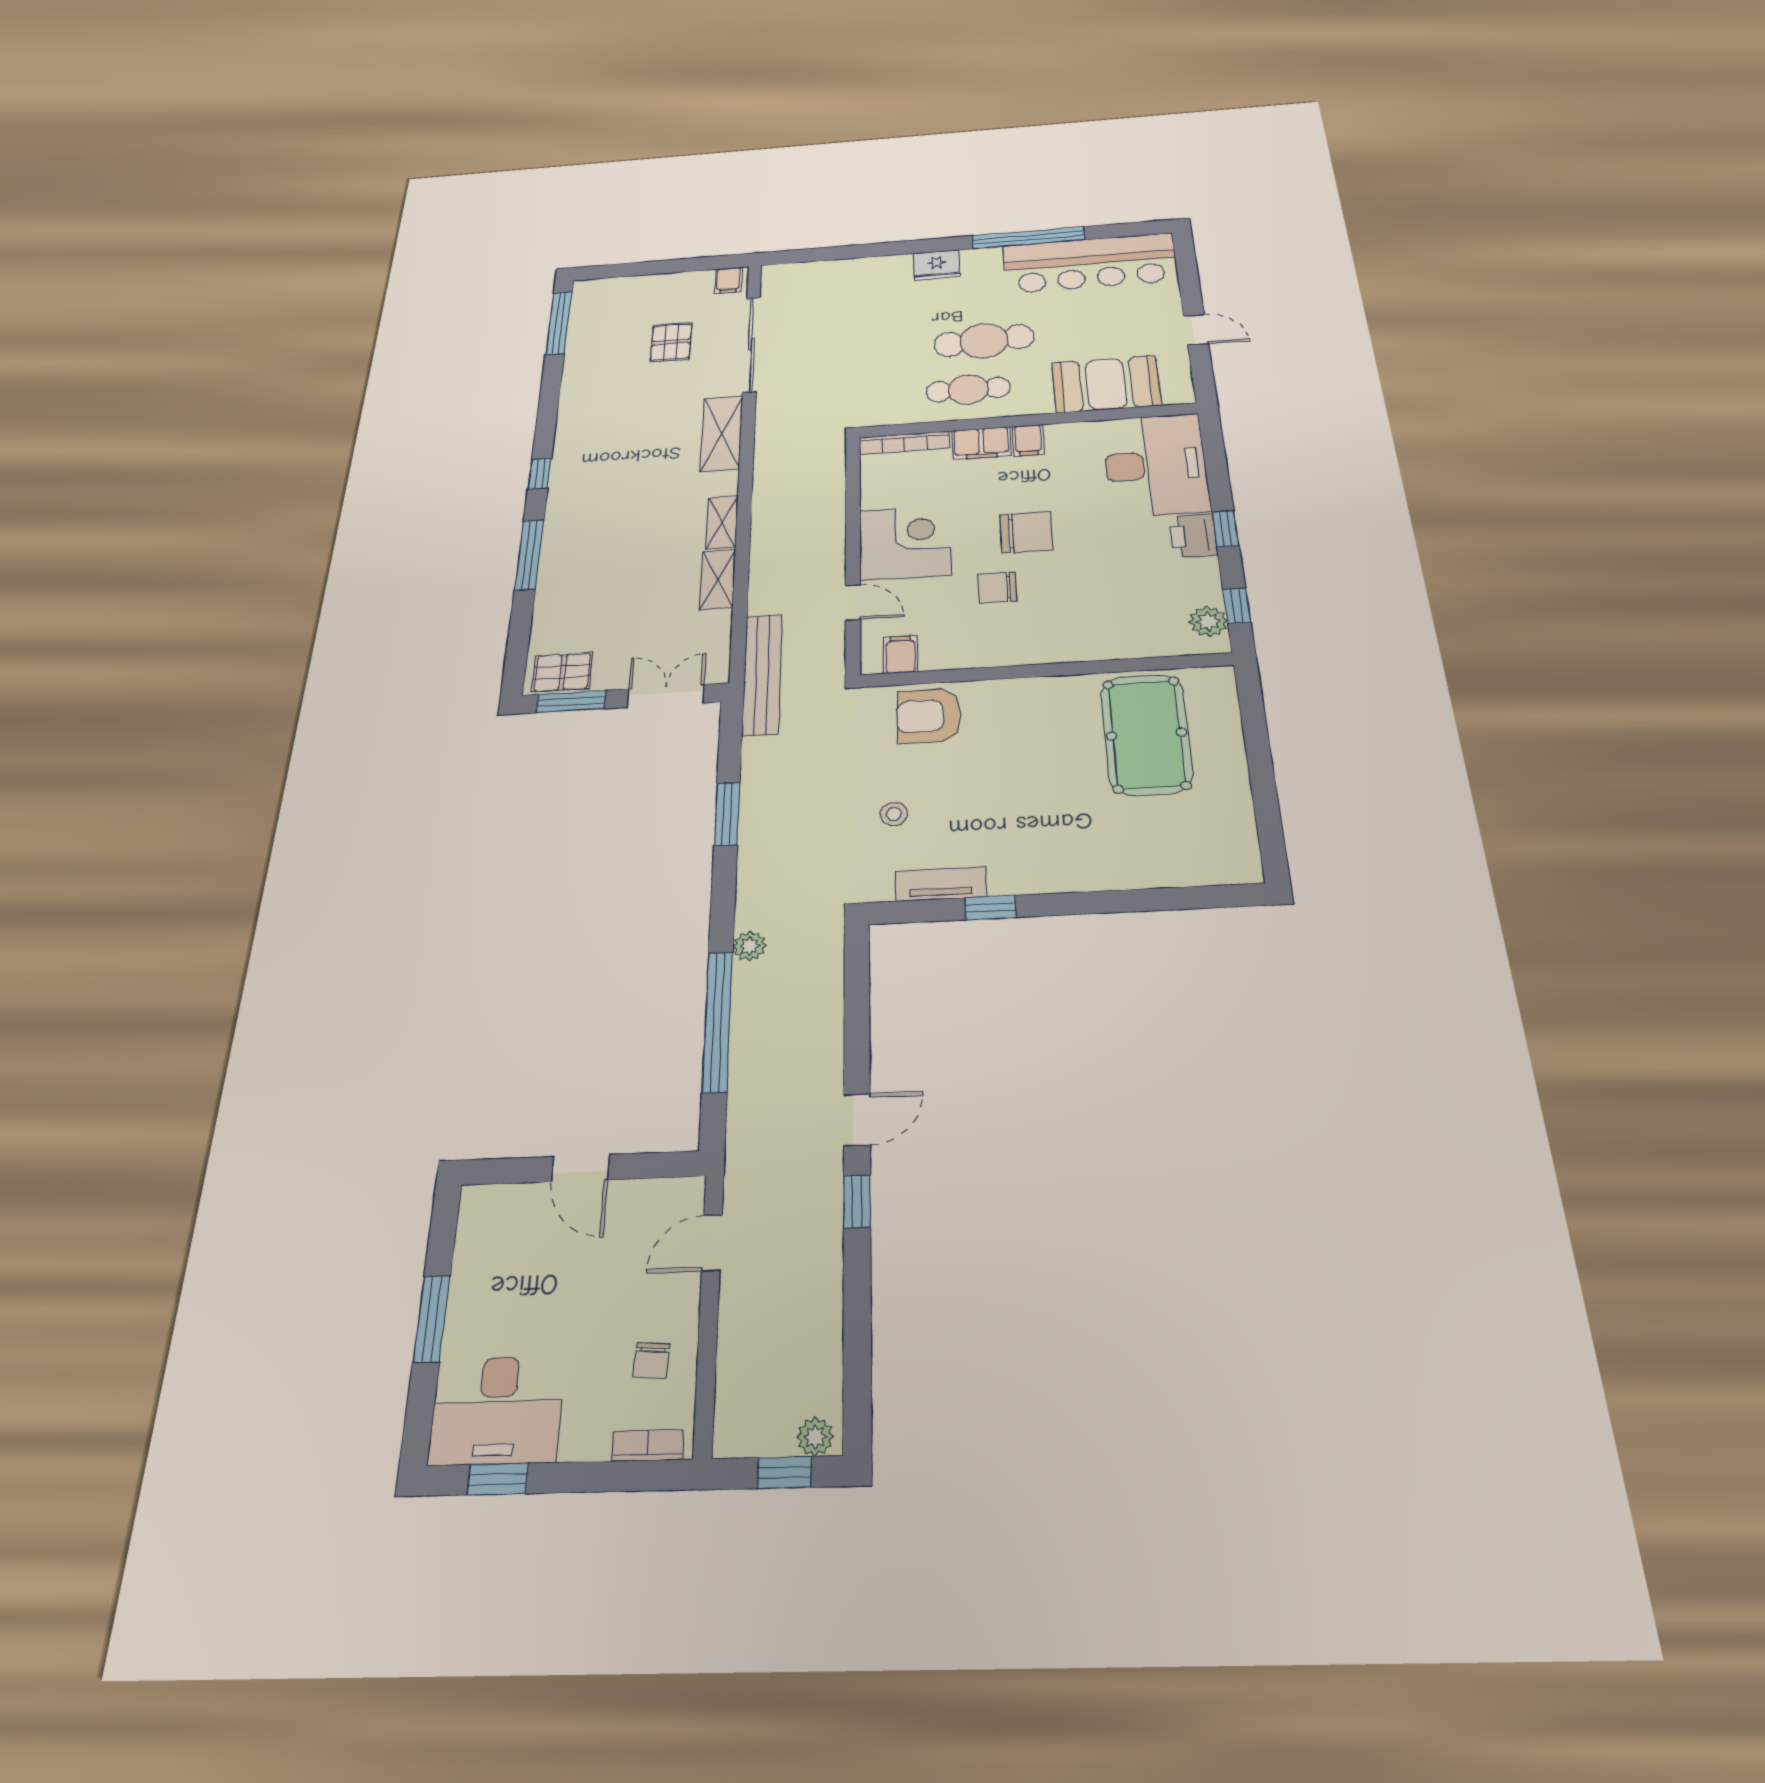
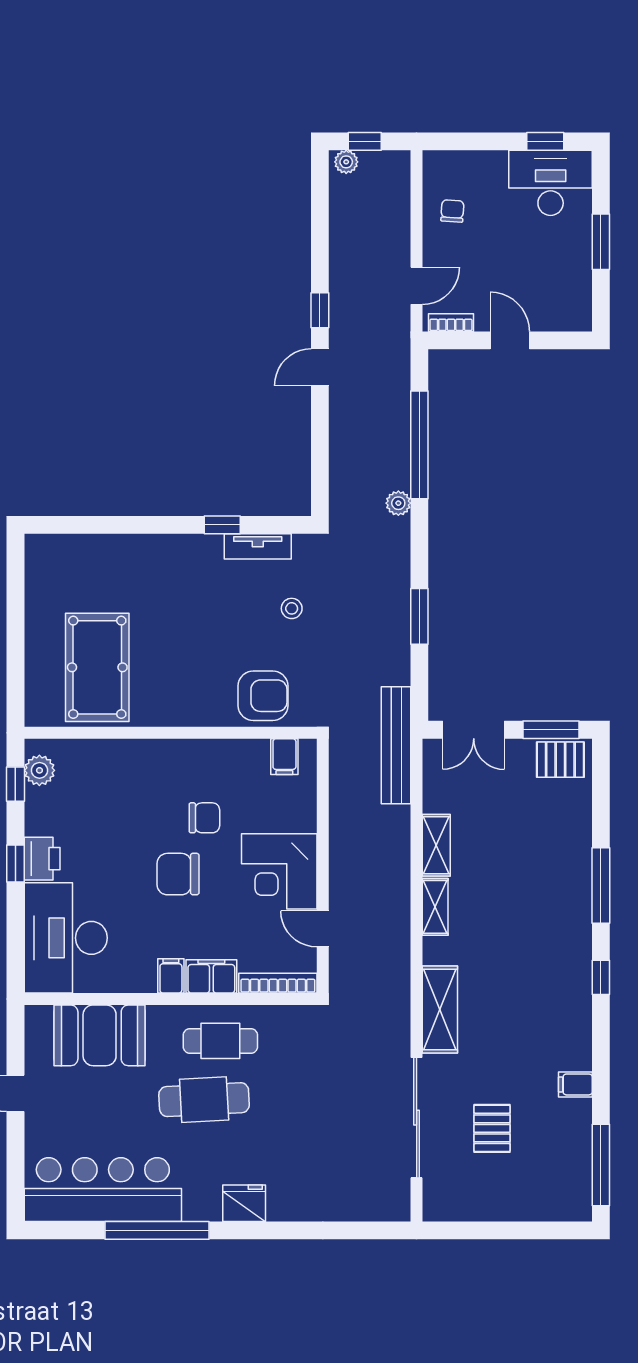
filing cabinet: (728, 280) -> (575, 1084), moved, turned -90
door: (853, 602) -> (323, 929), moved
bookcase: (648, 1445) -> (451, 323), moved, turned 180

